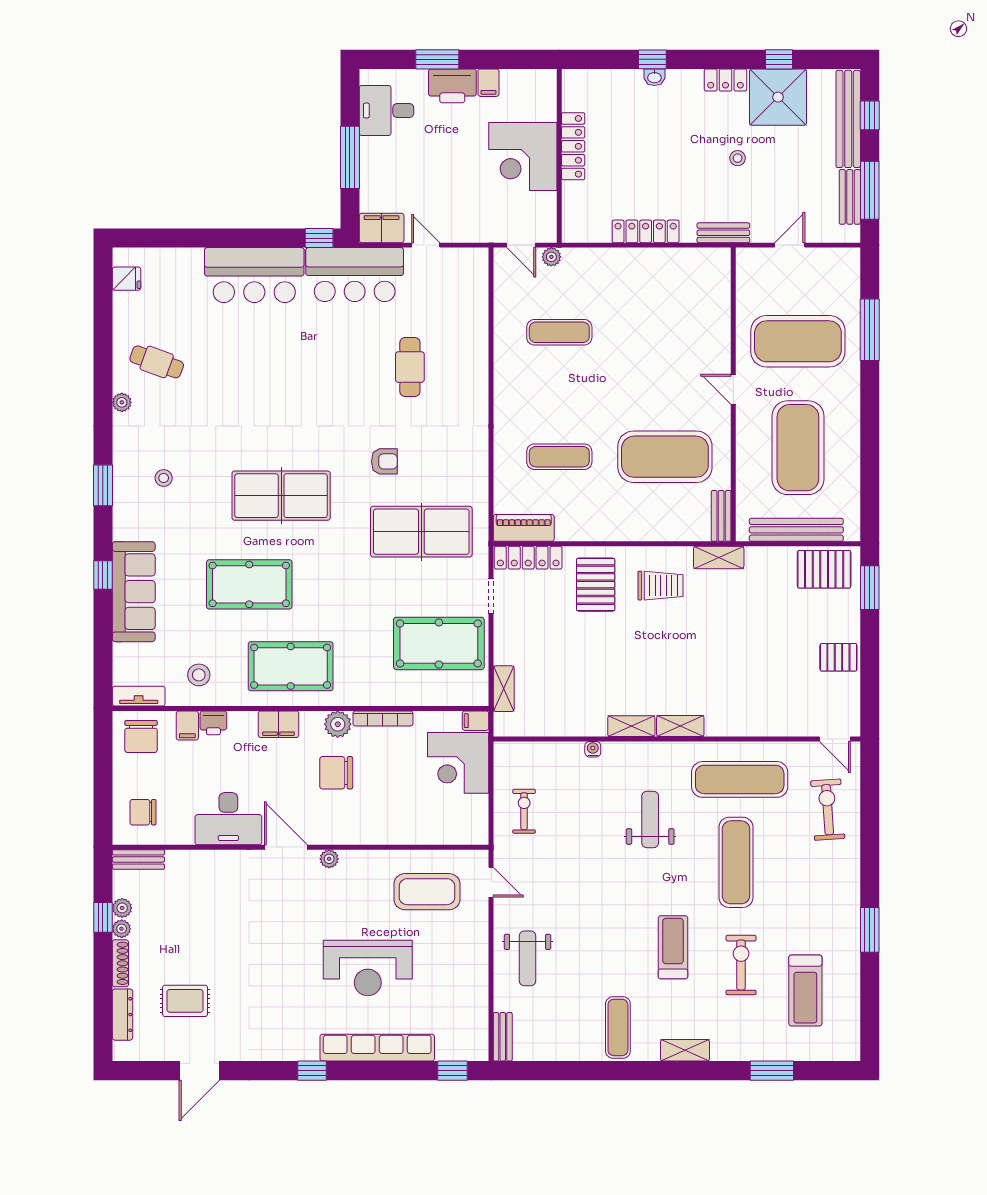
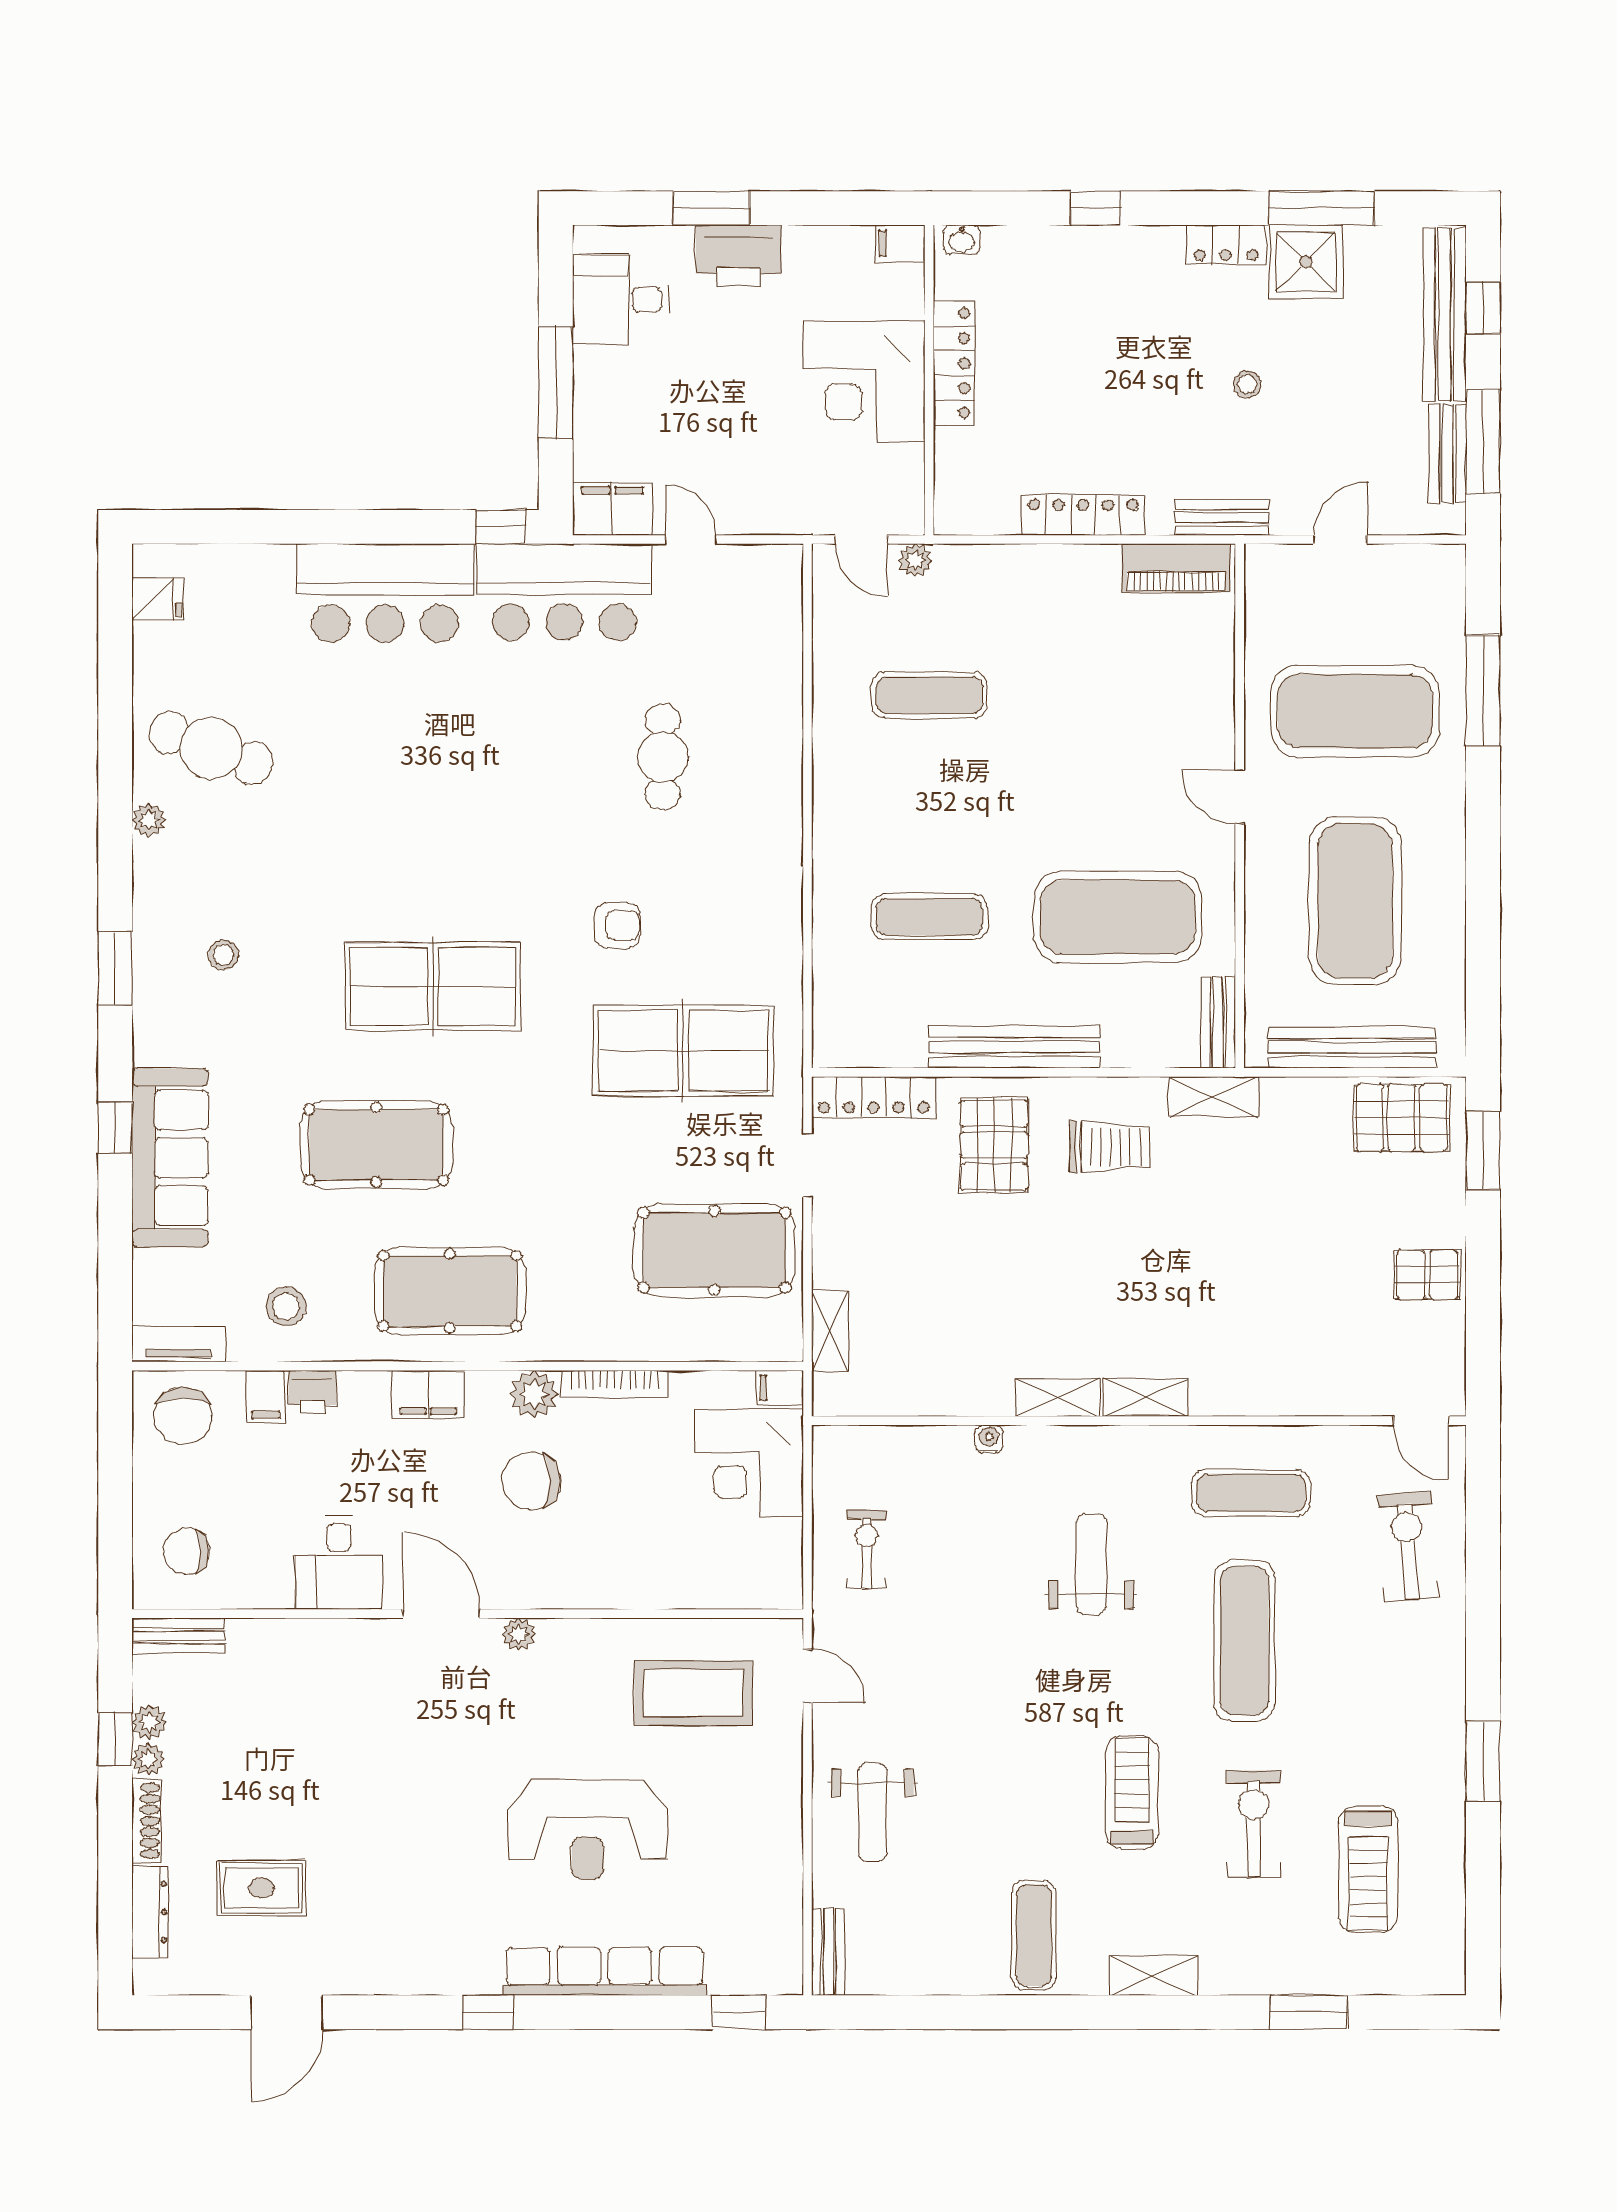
window: (779, 59) -> (1321, 208), width x2.17
washbasin: (654, 77) -> (962, 240), moved
filing cabinet: (488, 83) -> (900, 243), moved, turned 90
shower: (778, 97) -> (1306, 262), width x0.73, depth x0.73
cafe table: (157, 362) -> (211, 748), width x1.37, depth x1.35
piano: (524, 528) -> (1176, 568), moved, turned 180
bench: (607, 530) -> (1014, 1047), added
exercise mat: (740, 779) -> (1251, 1493), width x0.73, depth x0.69
desk: (228, 819) -> (339, 1563), width x0.73

